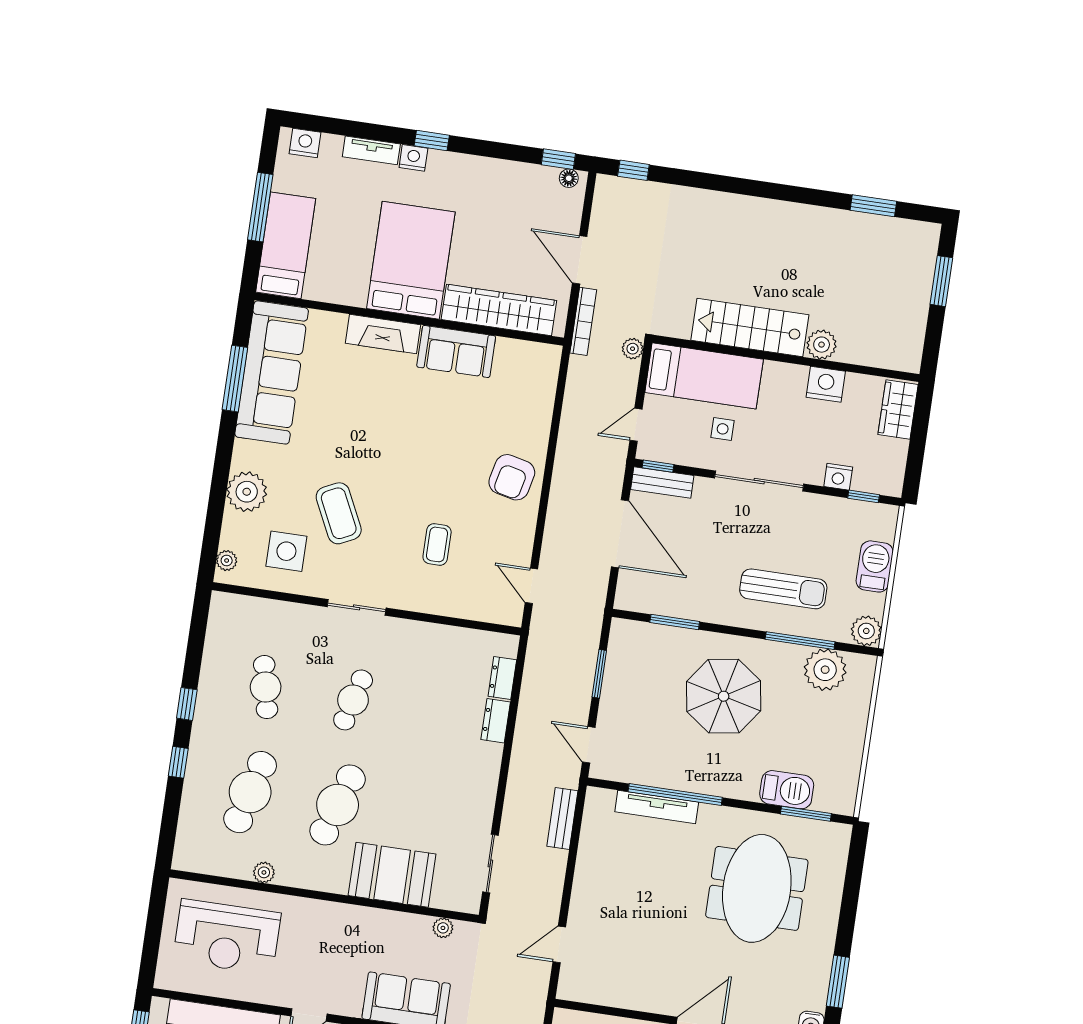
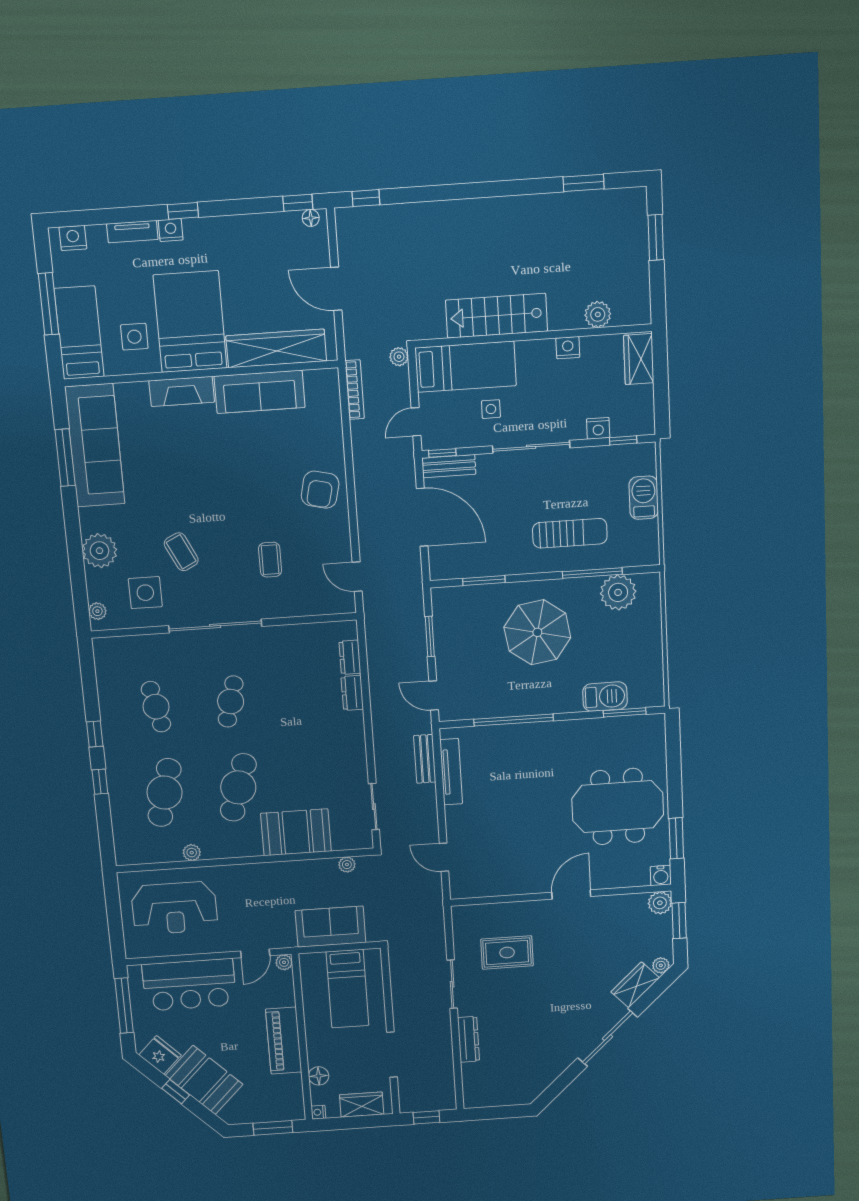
side table: (345, 263) -> (134, 337), added
bookcase: (583, 321) -> (355, 390), moved
plant: (822, 345) -> (598, 314), moved
sofa: (456, 351) -> (260, 392), width x1.36
nightstand: (826, 384) -> (568, 348), width x0.74, depth x0.75
coffee table: (339, 513) -> (181, 552), width x0.73, depth x0.77
sliding door: (357, 607) -> (215, 626), width x1.86
plant: (866, 631) -> (647, 553), removed
tv unit: (657, 807) -> (451, 772), moved, turned -90
meeting table: (757, 888) -> (618, 807), moved, turned 90
door: (559, 944) -> (444, 857), hinge flipped

